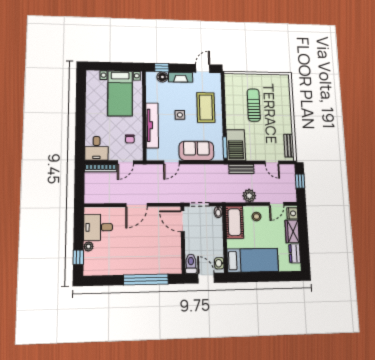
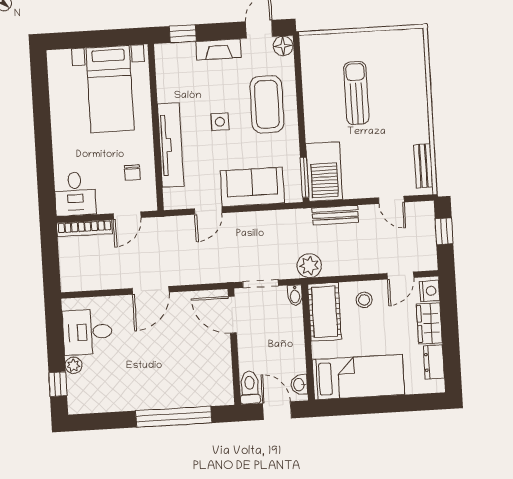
floor lamp: (162, 77) -> (283, 46), moved
plant: (249, 196) -> (309, 266), moved

